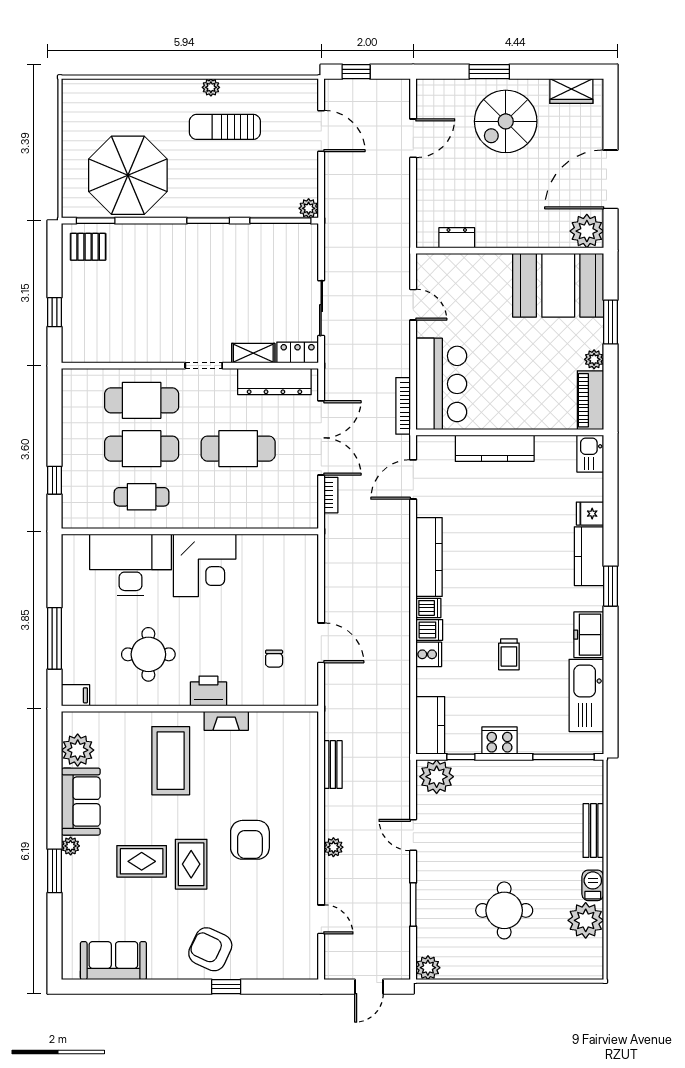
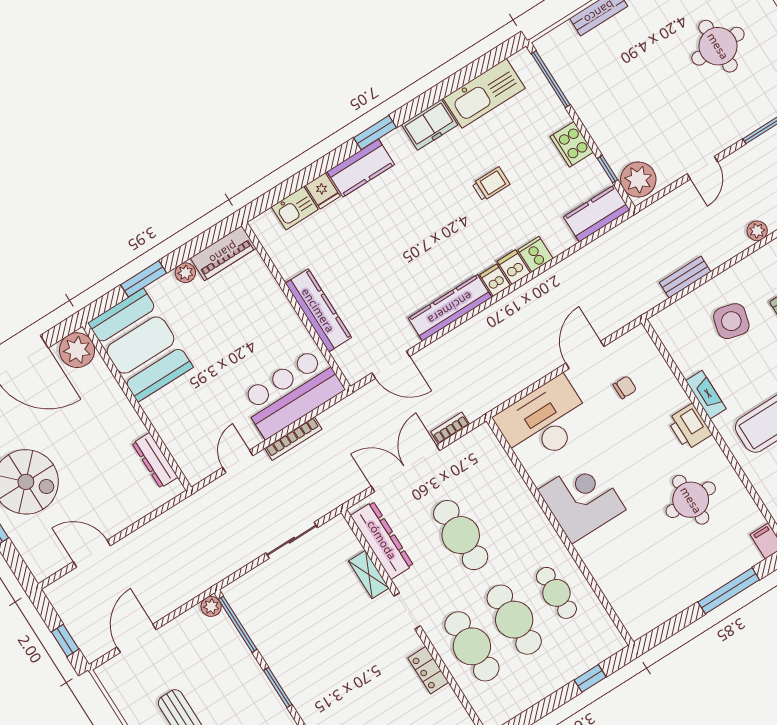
dresser: (457, 238) -> (155, 460), width x1.44
locker: (298, 352) -> (428, 670), moved
bookcase: (403, 406) -> (293, 439), moved
kitchen sink: (590, 454) -> (295, 208), moved
desk: (131, 565) -> (544, 422), moved, turned 90
side table: (273, 780) -> (731, 321), added

